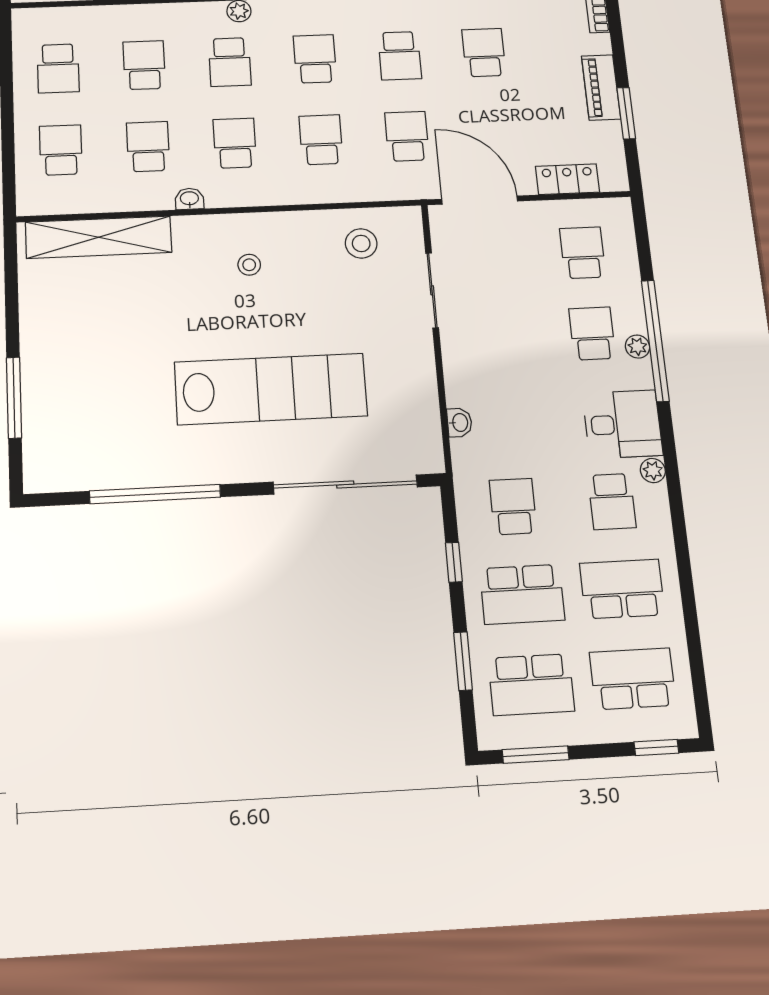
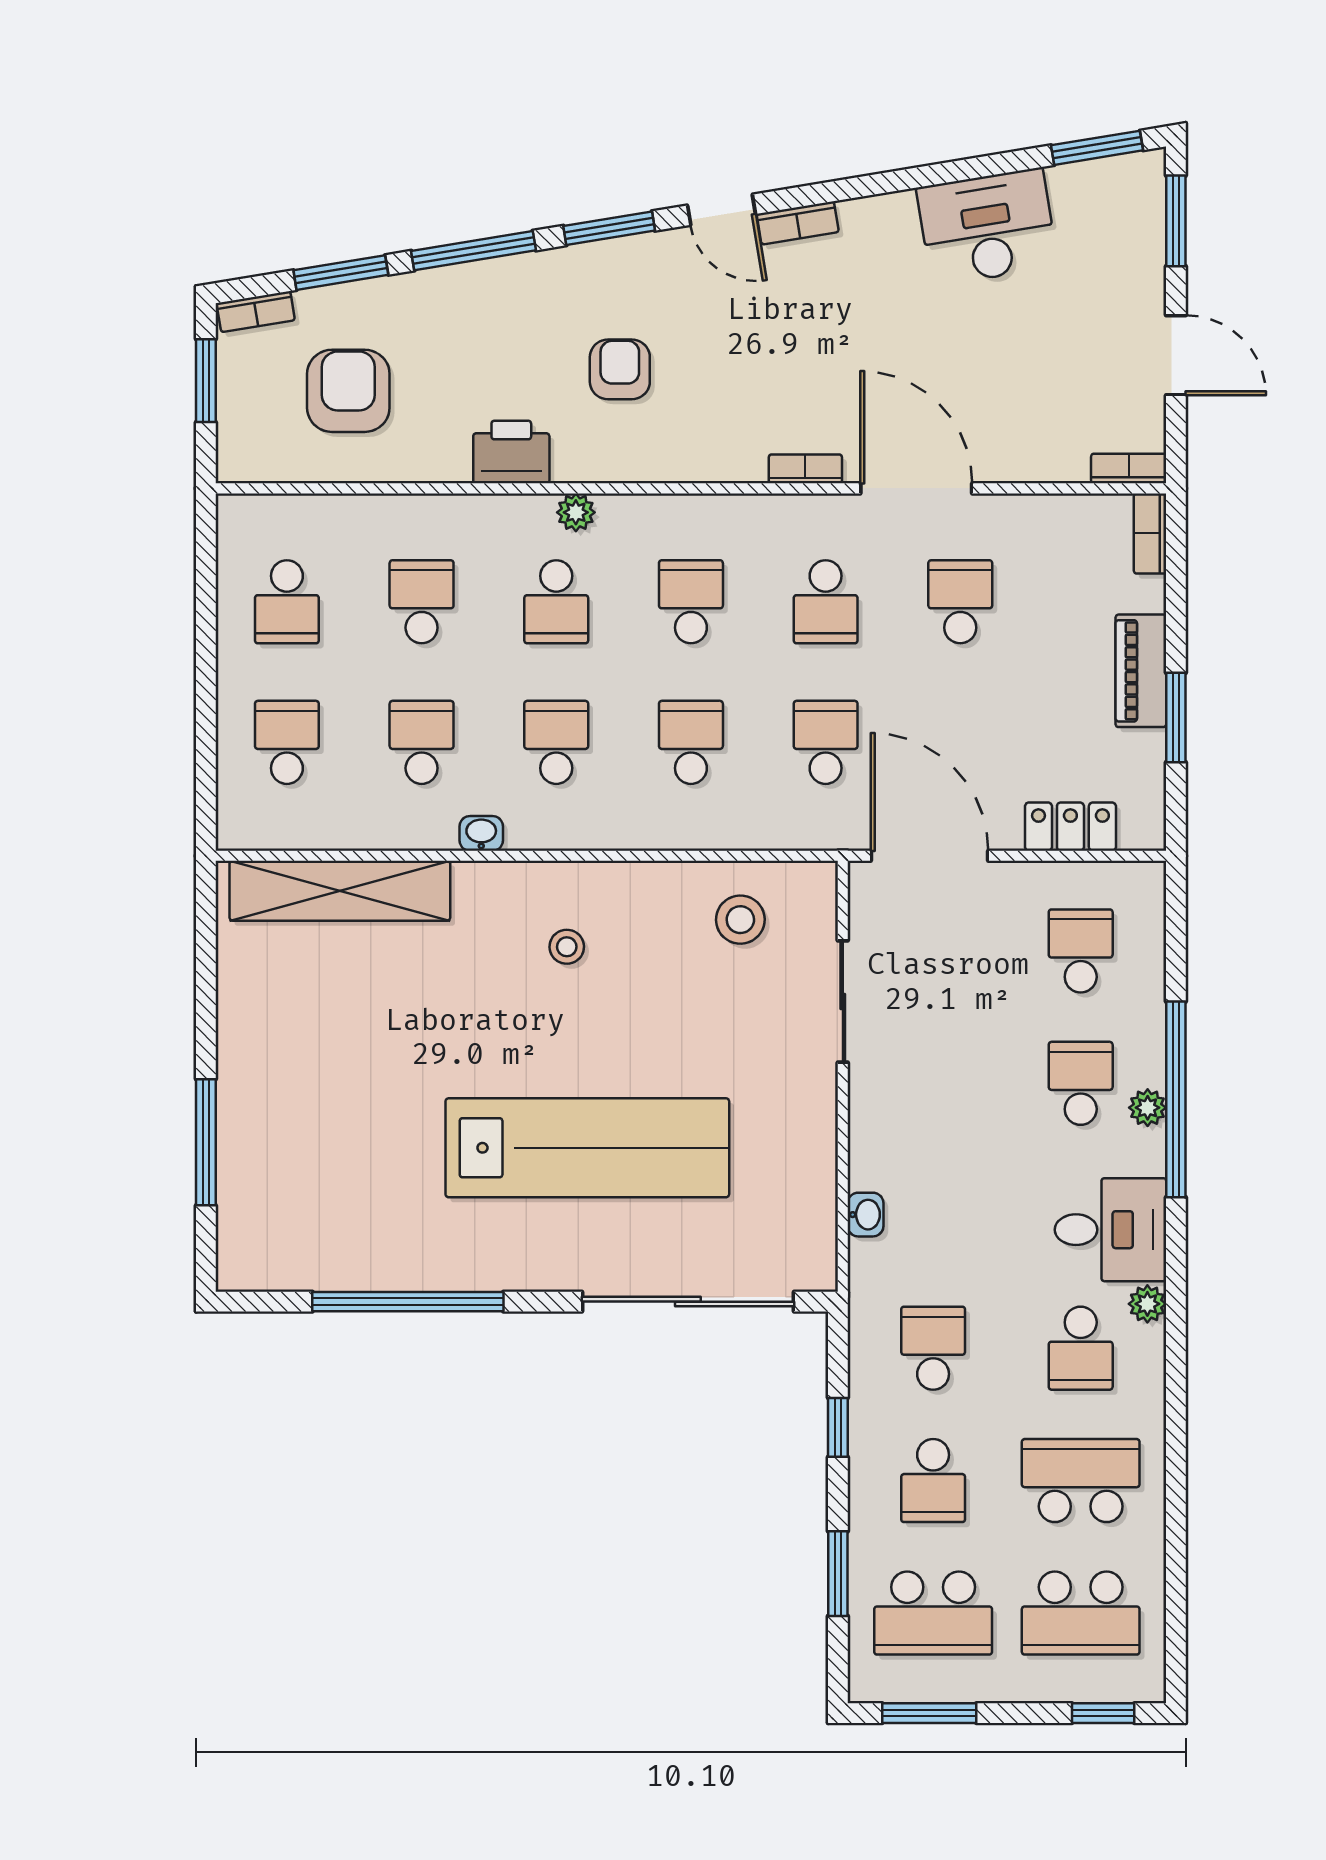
school desk: (522, 594) -> (933, 1481), width x0.54
school desk: (633, 679) -> (1081, 1613), turned 180

